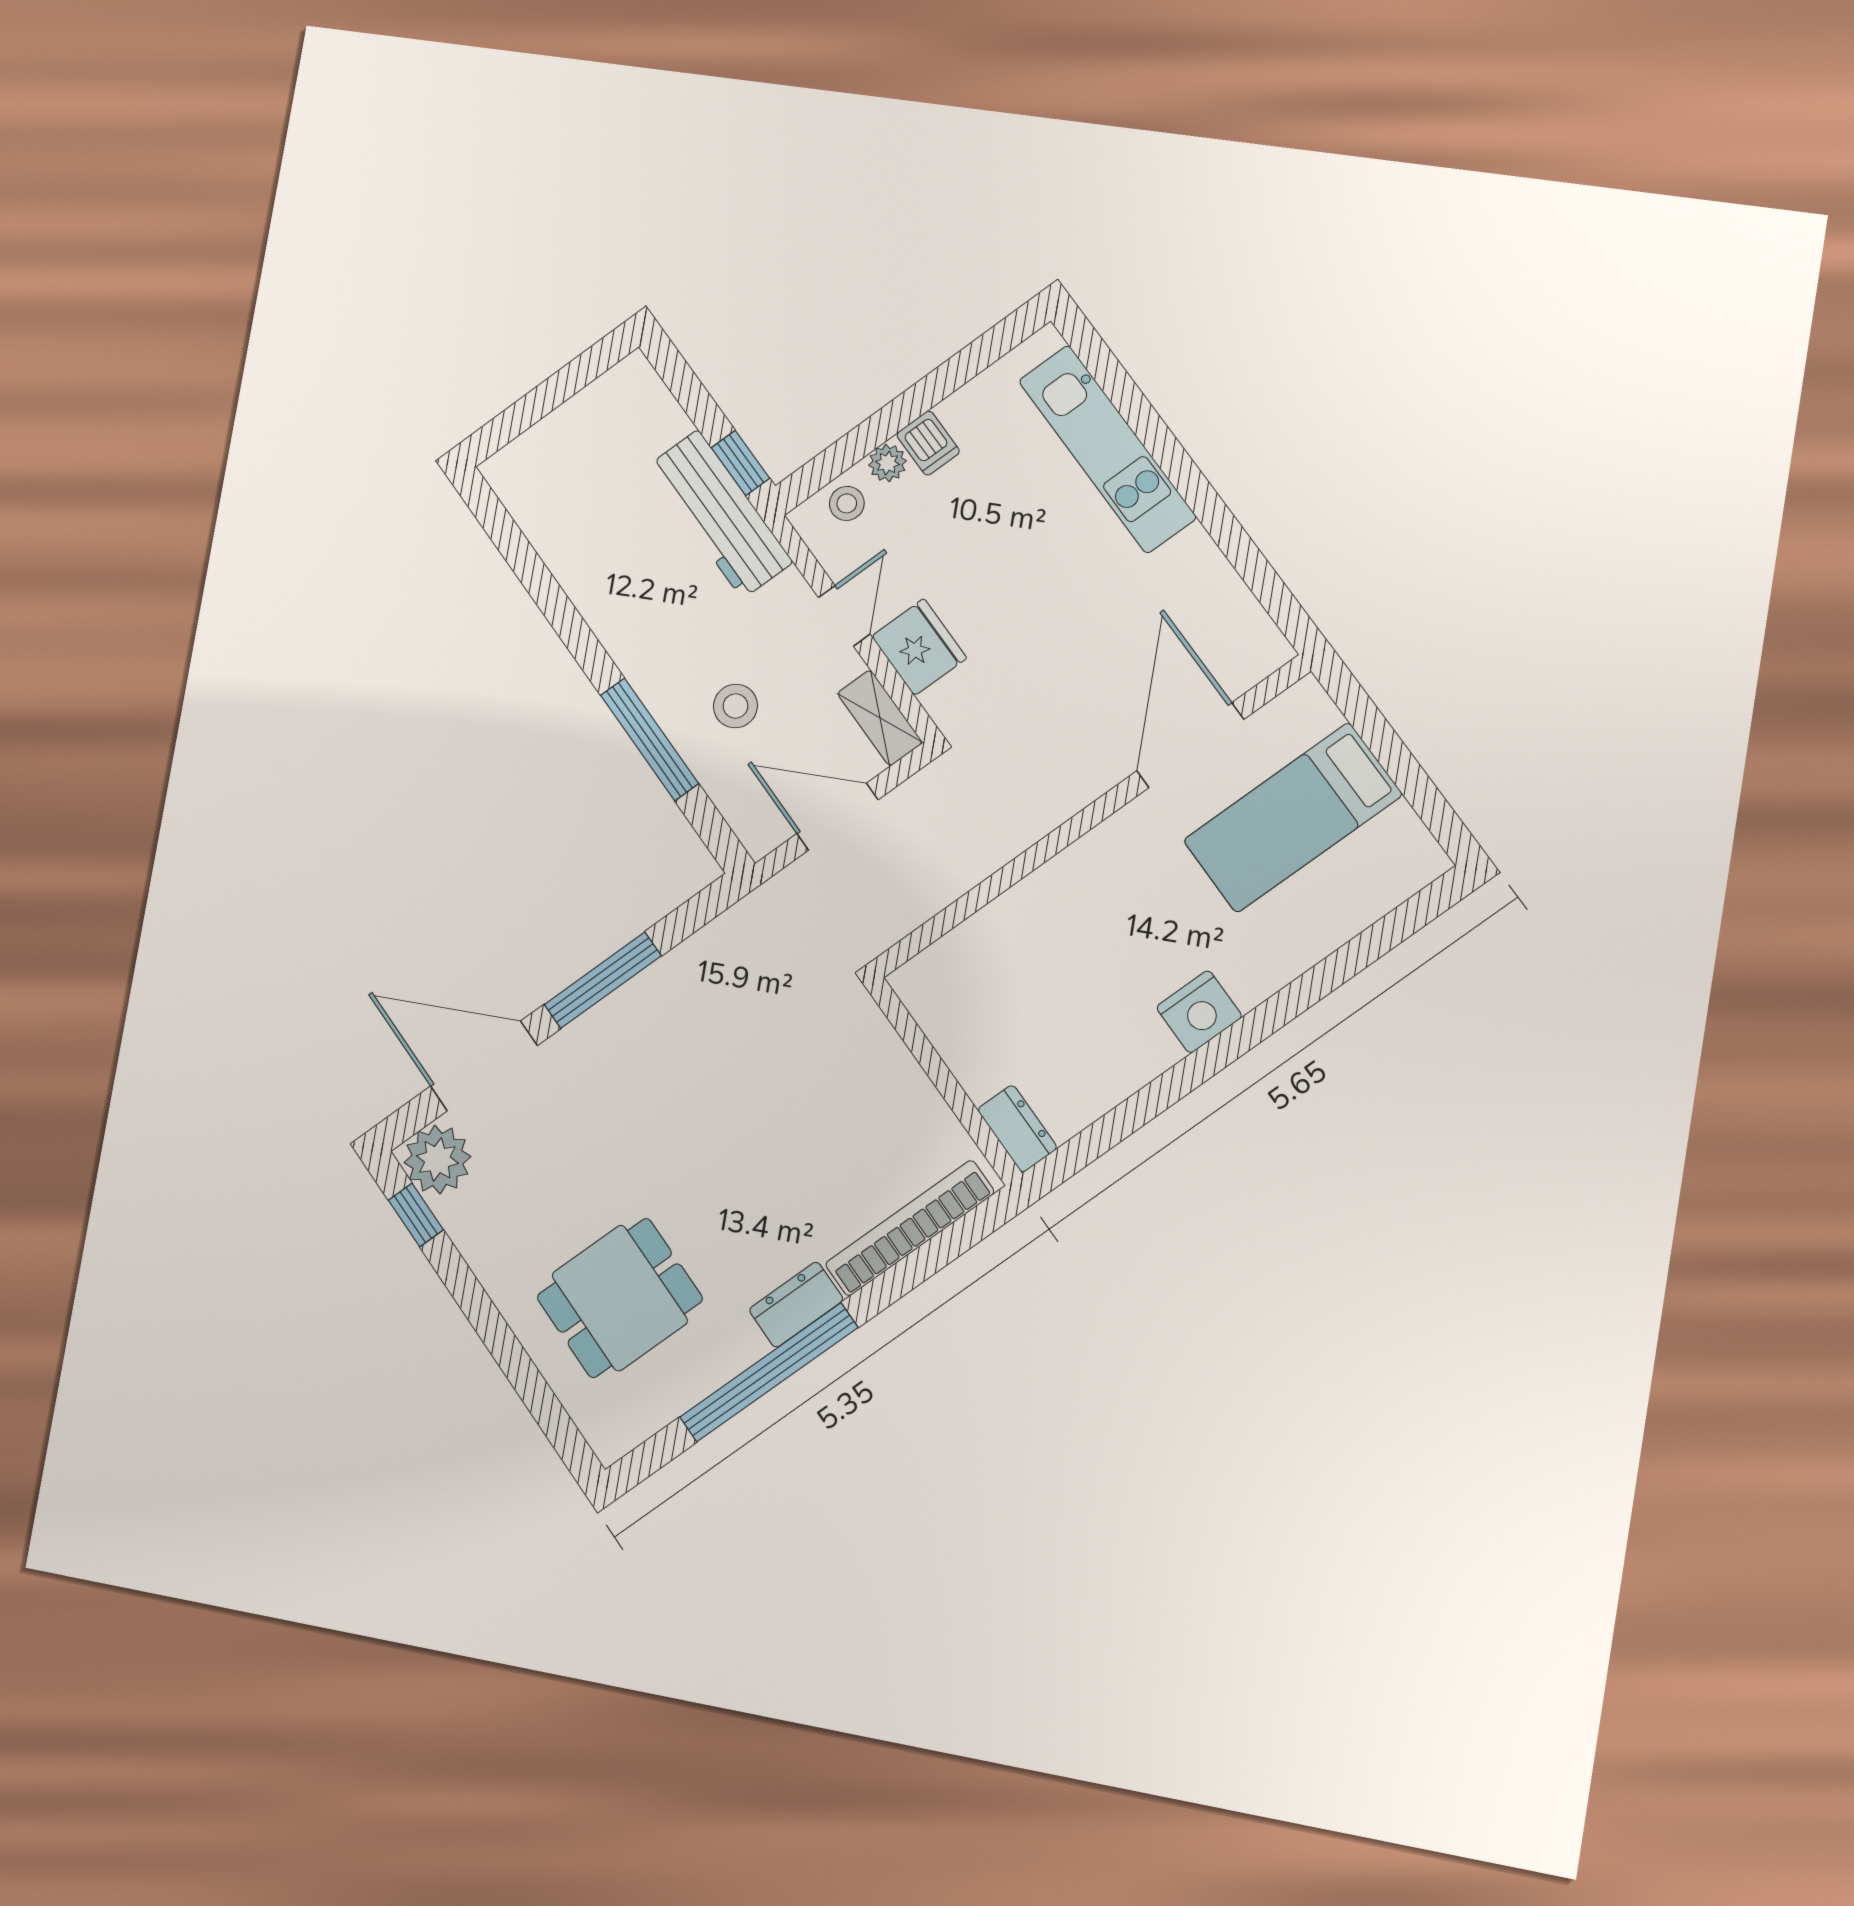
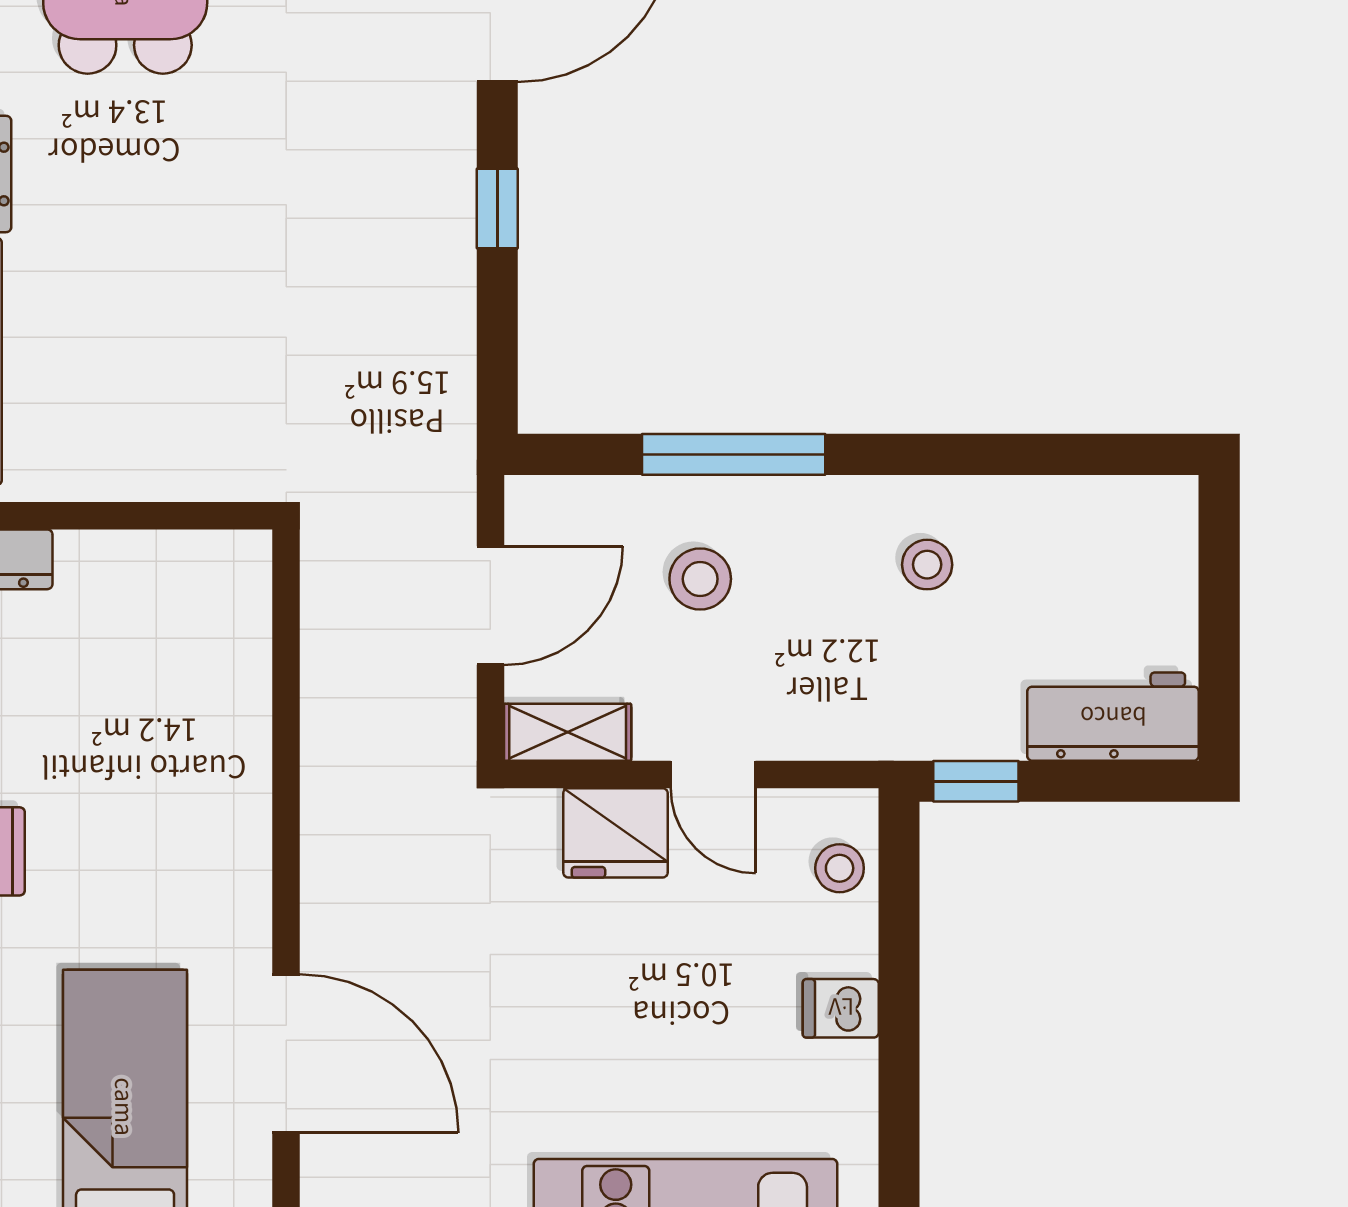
plant: (888, 463) -> (852, 947), removed
workbench: (720, 514) -> (1113, 717), moved, width x0.73
stool: (635, 582) -> (927, 565), added
window: (603, 980) -> (497, 209), width x0.46

